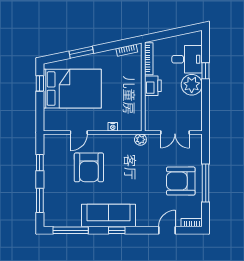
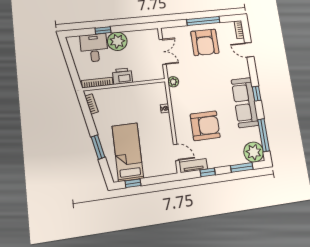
bed: (72, 89) -> (128, 152), width x0.67
door: (79, 132) -> (176, 152), moved
tv unit: (49, 148) -> (193, 166), added
plant: (54, 216) -> (254, 152), added

